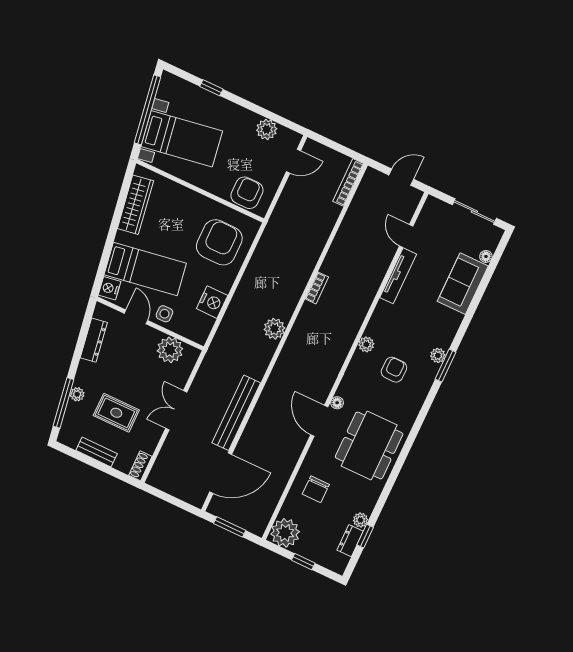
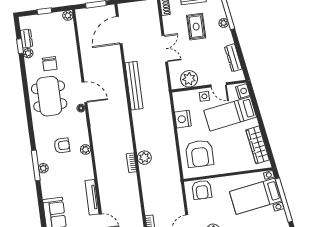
plant: (274, 329) -> (144, 158), moved
window: (445, 366) -> (36, 165), width x1.44
armchair: (394, 370) -> (62, 145), turned -91
rug: (116, 413) -> (196, 27), turned 90
bench: (236, 413) -> (134, 86), moved
chair: (316, 489) -> (50, 64), moved, turned 180
plant: (285, 533) -> (68, 15), width x0.53, depth x0.53

